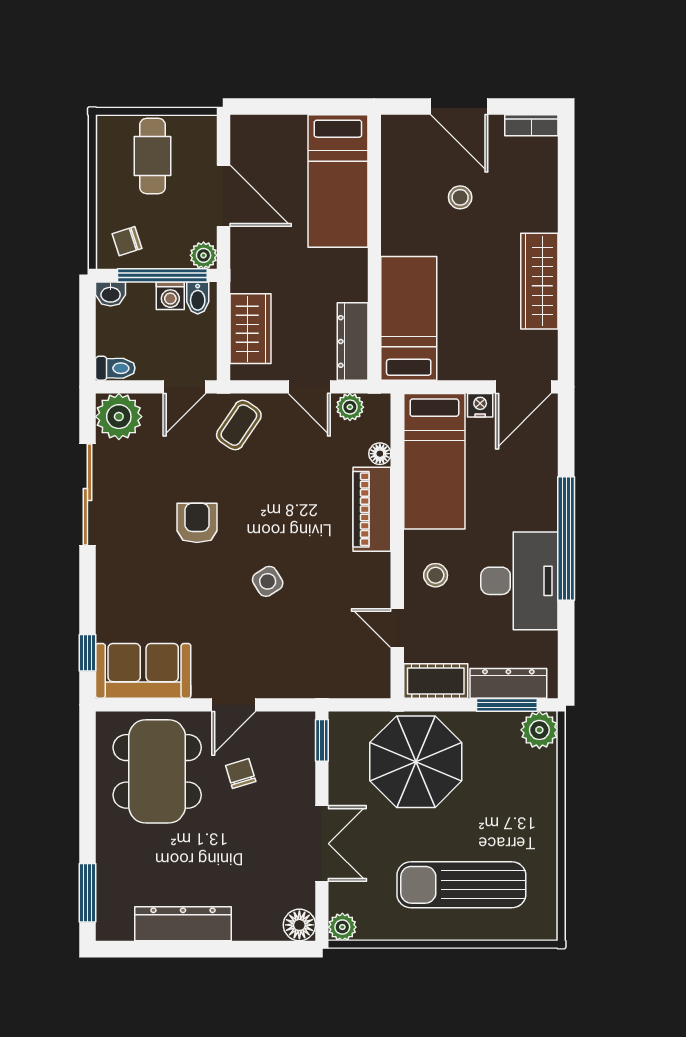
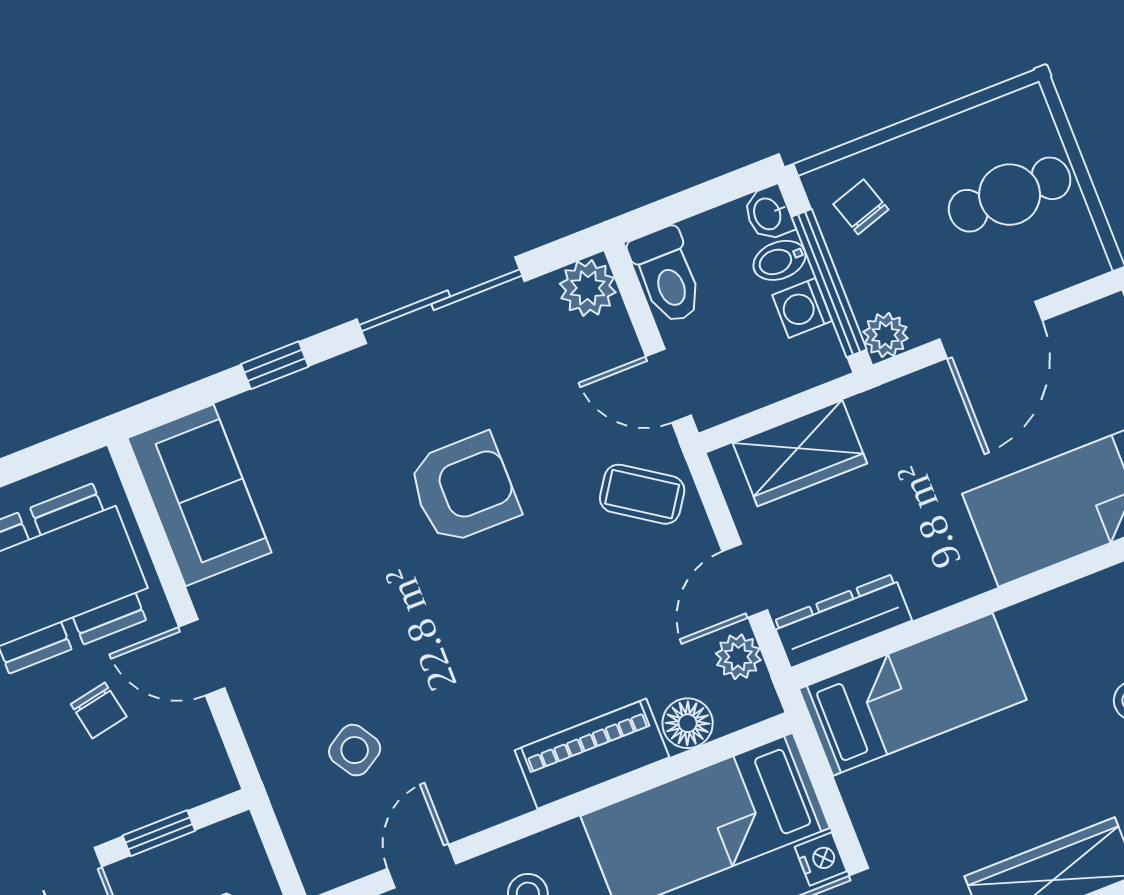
bidet: (198, 298) -> (779, 260), moved
toilet: (115, 368) -> (667, 275), width x1.37, depth x1.39
plant: (119, 417) -> (588, 288), width x0.73, depth x0.73
floor lamp: (380, 454) -> (688, 723), width x1.37, depth x1.37
armchair: (197, 523) -> (464, 489), width x1.38, depth x1.38
side table: (268, 581) -> (355, 750), moved
window: (87, 653) -> (275, 365), moved
window: (322, 740) -> (159, 833), moved
chair: (241, 774) -> (99, 710), turned 96

